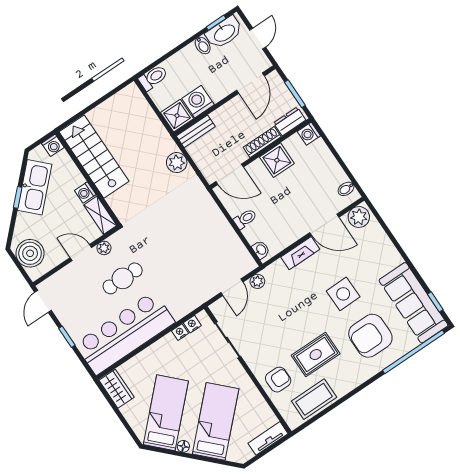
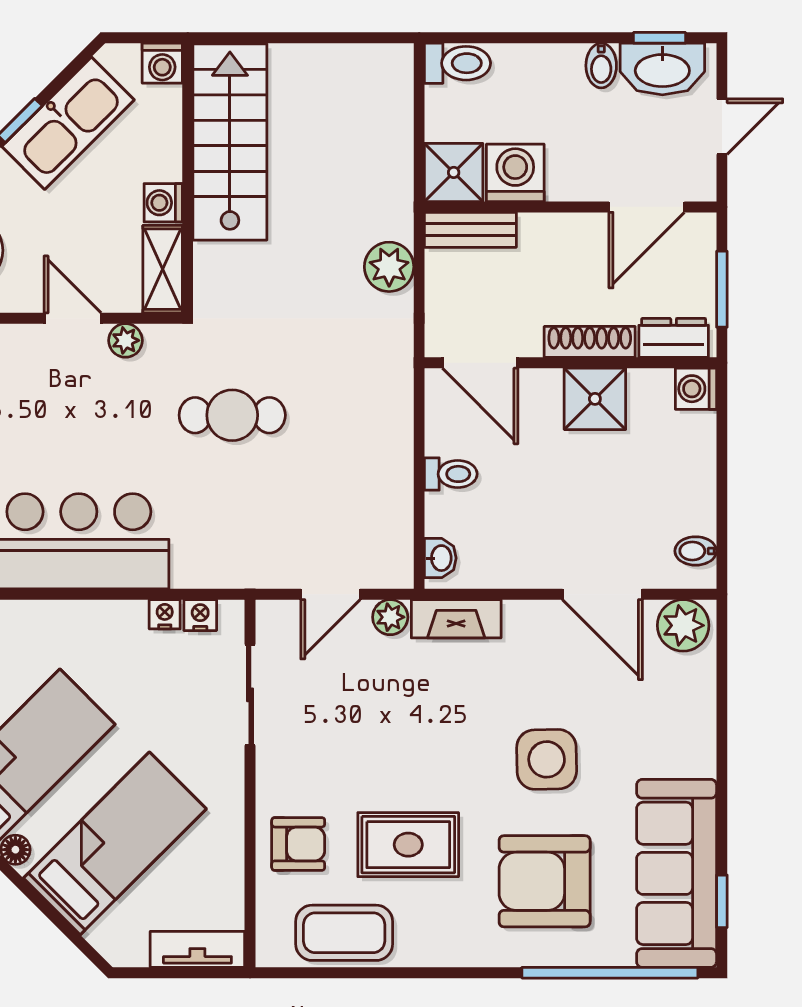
fireplace: (300, 253) -> (456, 619), moved
cafe table: (123, 278) -> (232, 415), moved

